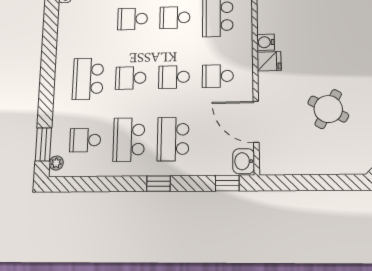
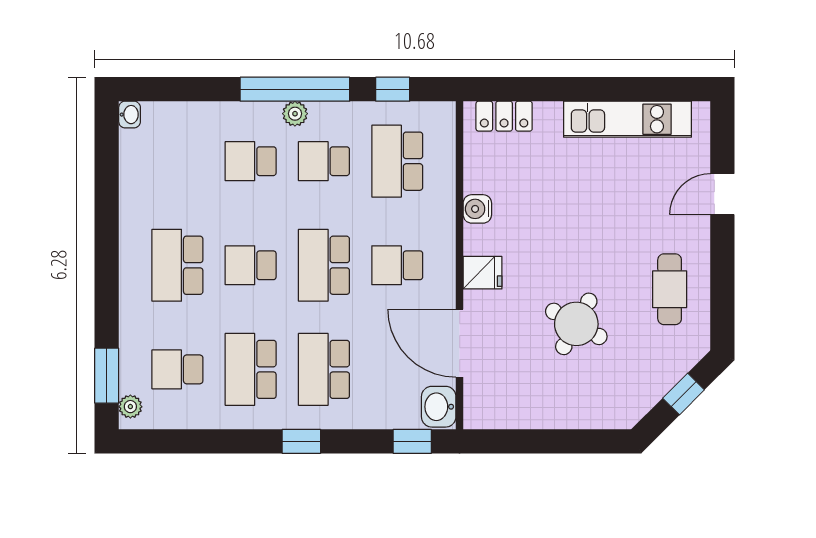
fridge: (269, 61) -> (483, 273), moved
school desk: (174, 77) -> (324, 265), width x1.85

